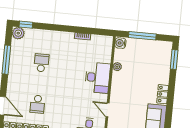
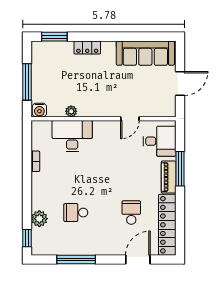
plant: (18, 33) -> (39, 219), moved
desk: (98, 78) -> (72, 136), moved
locker: (163, 94) -> (87, 47), moved
school desk: (37, 104) -> (131, 213), turned -90

